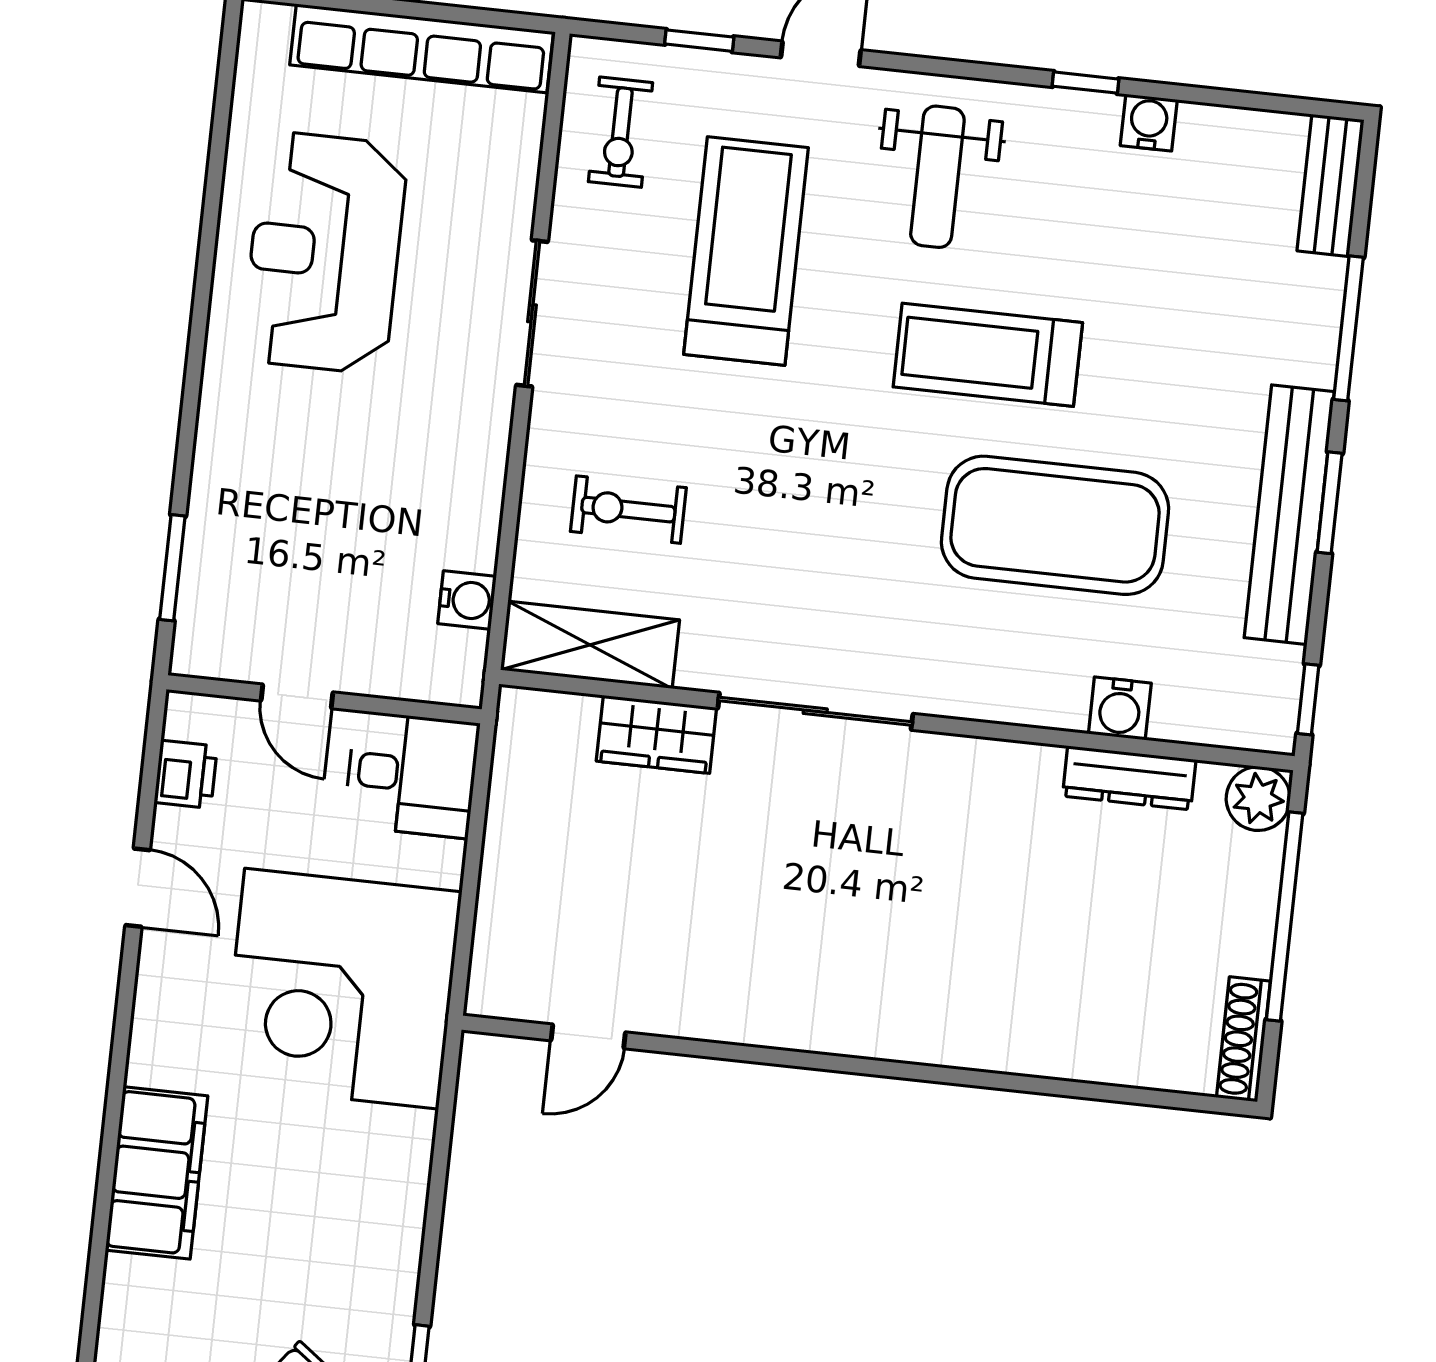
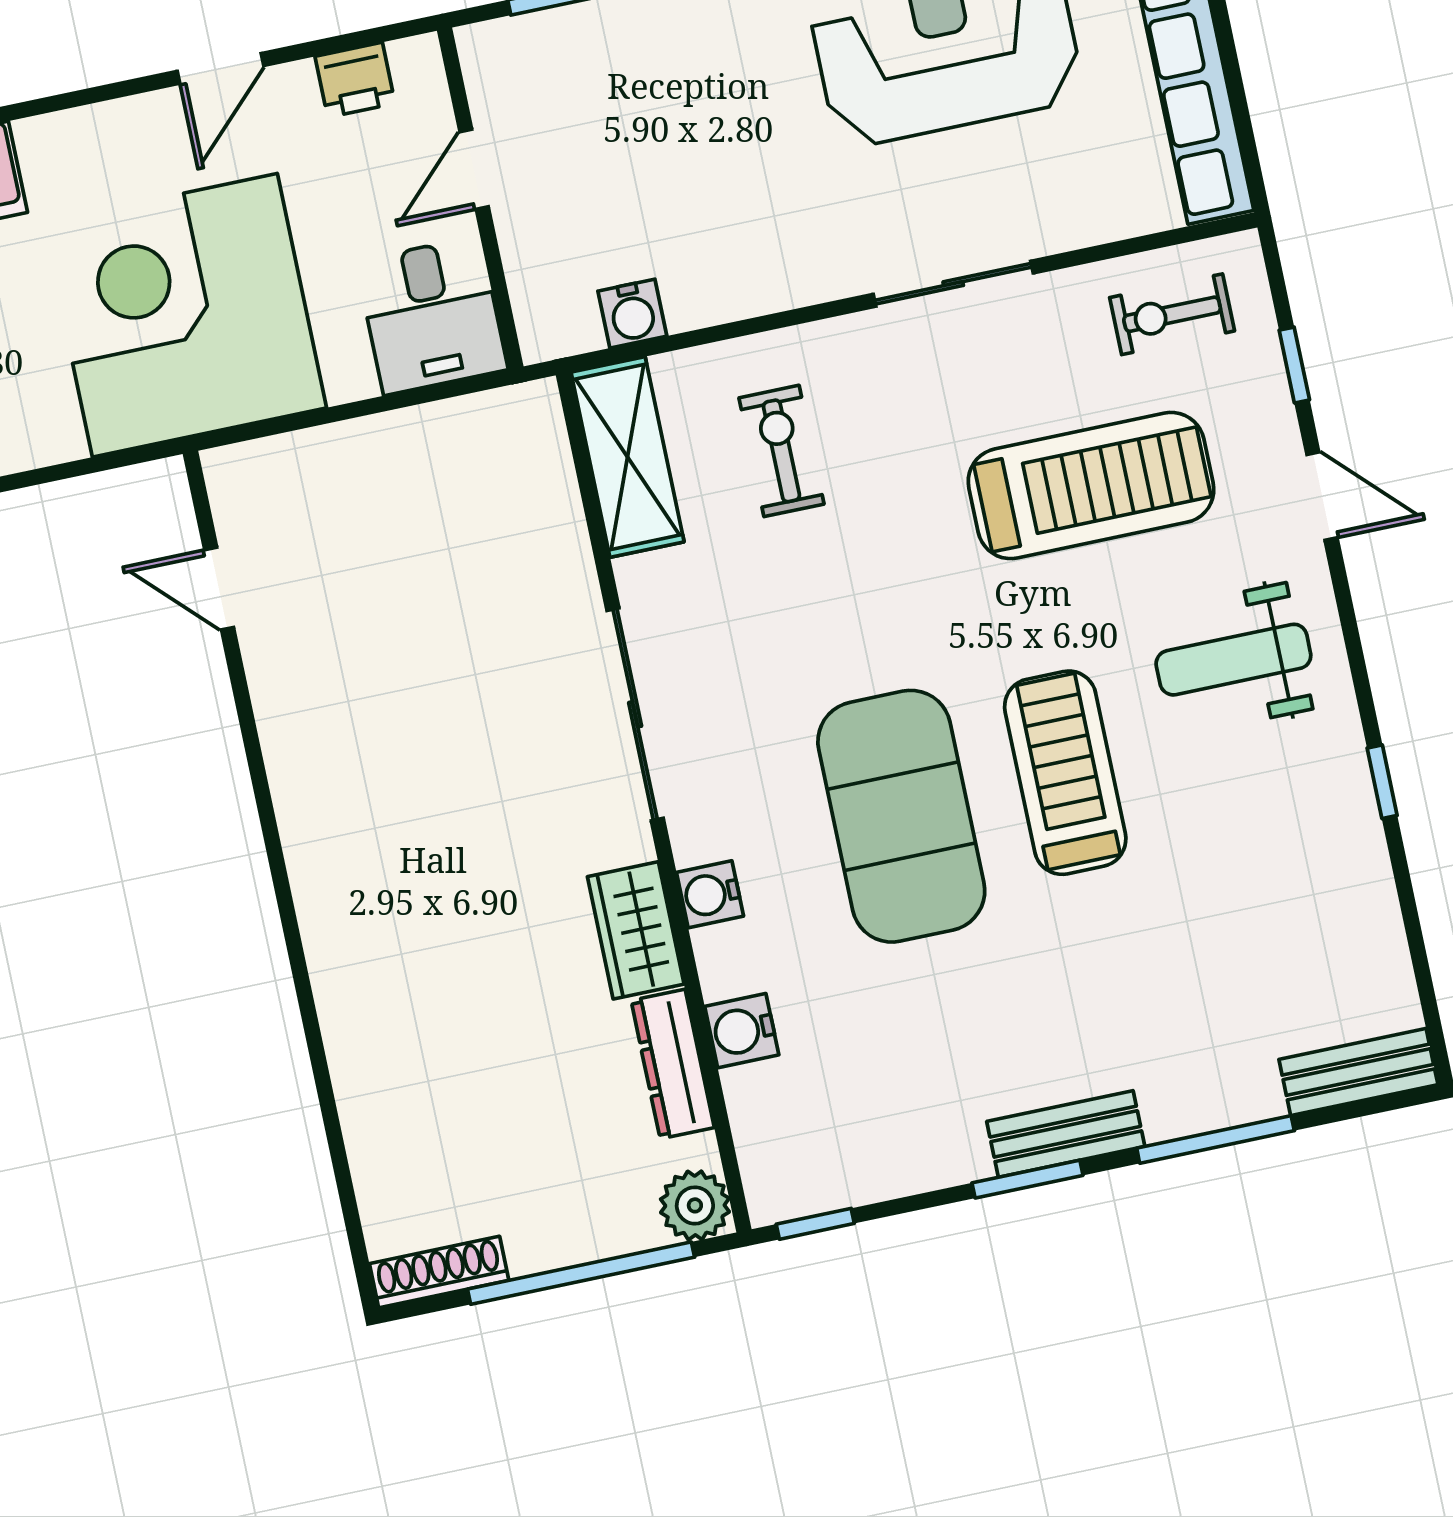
water cooler: (1149, 123) -> (710, 894), moved, turned 180
bench: (1289, 515) -> (1066, 1134), width x0.54, depth x0.82
exercise mat: (1055, 525) -> (901, 816), moved
wardrobe: (656, 734) -> (636, 930), moved

